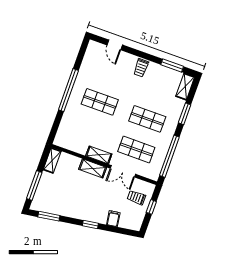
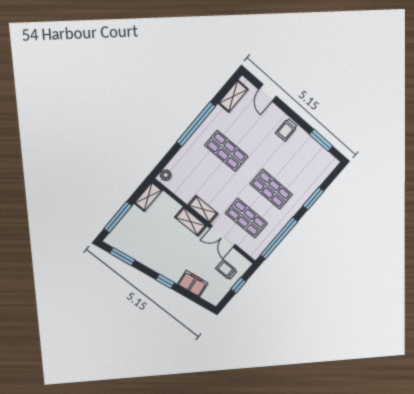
shelving: (185, 87) -> (233, 96), moved
plant: (59, 138) -> (166, 175), added
filing cabinet: (113, 219) -> (193, 284), width x2.00

